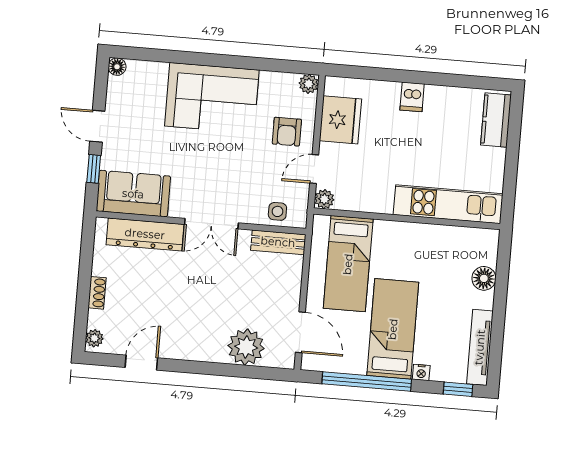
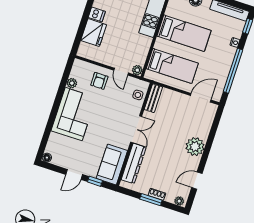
plant: (309, 84) -> (72, 83), moved
fridge: (340, 120) -> (94, 33), moved, turned 90
armchair: (287, 132) -> (99, 81), turned 90
window: (84, 284) -> (151, 200), added
bed: (393, 329) -> (184, 33), moved, turned 180
plant: (246, 347) -> (195, 147), moved
door: (141, 363) -> (197, 181), hinge flipped

